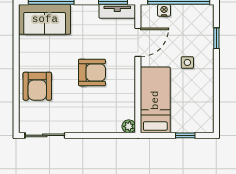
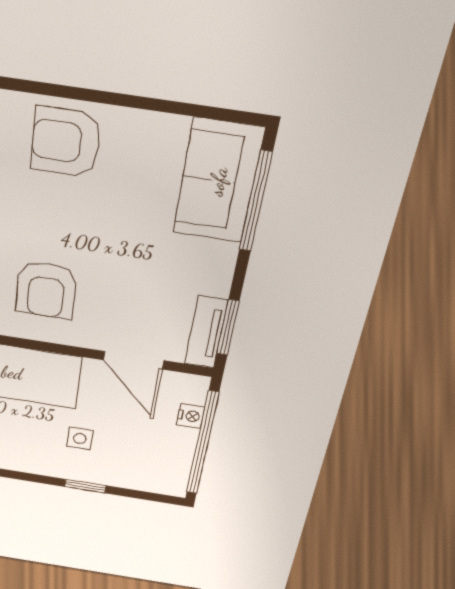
window: (216, 38) -> (85, 486), moved
armchair: (92, 72) -> (46, 290), moved

